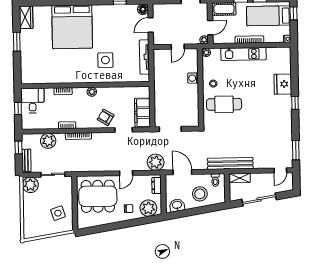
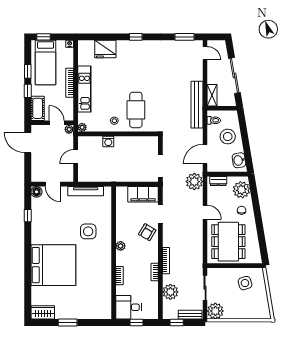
door: (178, 47) -> (76, 157), swing flipped
fridge: (283, 84) -> (105, 49), moved

